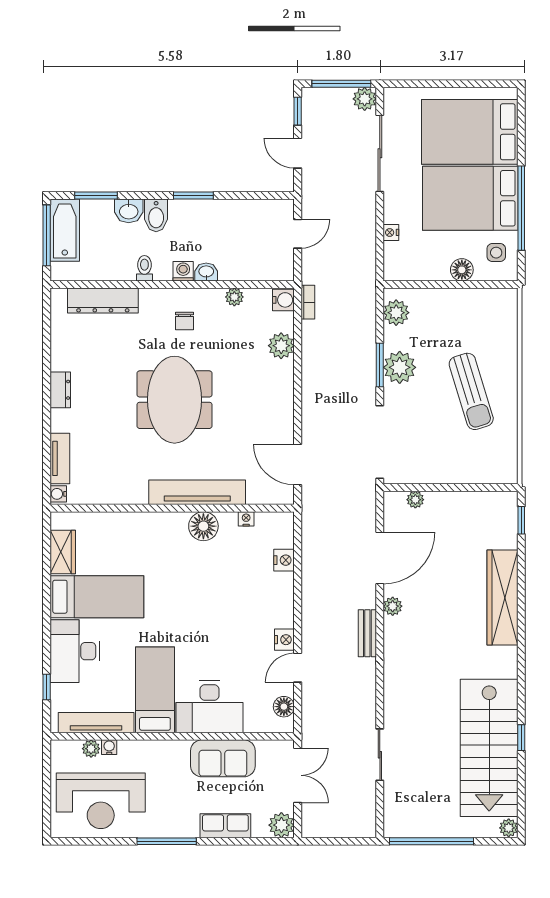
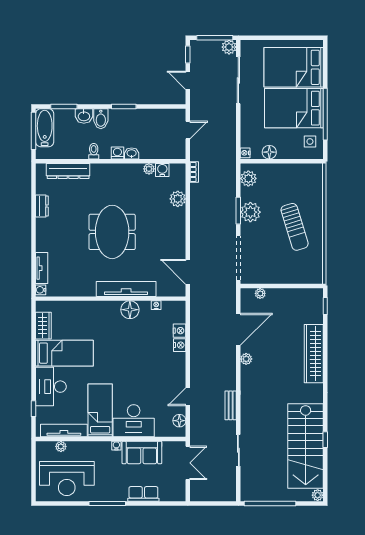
nightstand: (391, 232) -> (245, 153), moved
floor lamp: (462, 270) -> (269, 152), moved
water cooler: (283, 300) -> (162, 170), moved, turned -90
chair: (185, 321) -> (118, 184), removed
dresser: (60, 390) -> (42, 206), moved
bench: (367, 633) -> (231, 405), moved
nightstand: (284, 640) -> (180, 345), moved
water cooler: (109, 747) -> (116, 446), moved
plant: (281, 825) -> (178, 493), removed

